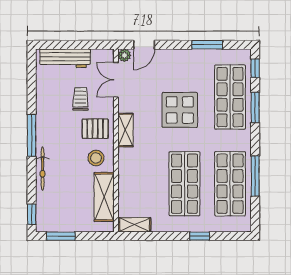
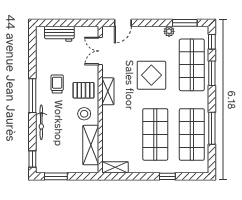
window: (207, 45) -> (185, 23), moved
plant: (124, 55) -> (169, 31), moved
workbench: (65, 58) -> (59, 34), width x0.73
trolley: (80, 99) -> (57, 84), moved

